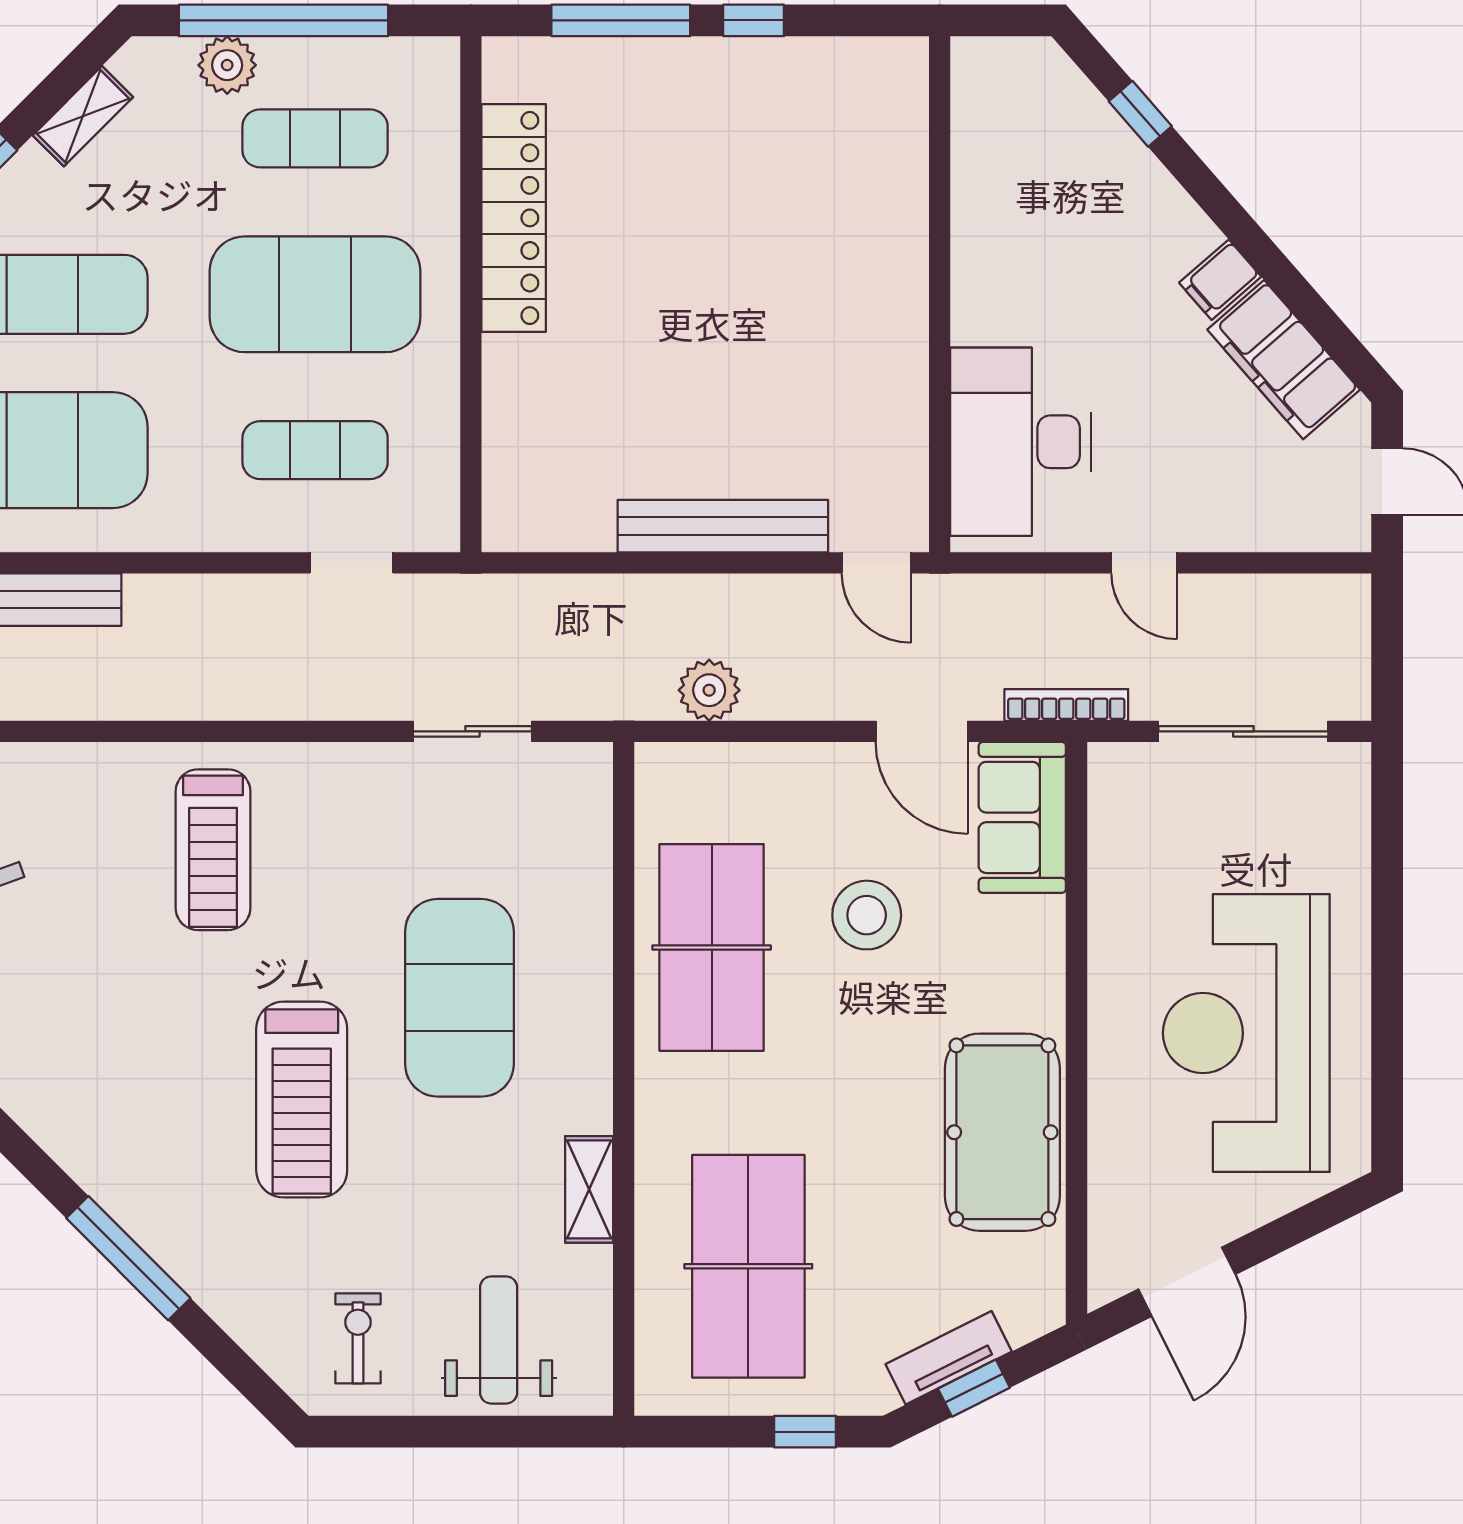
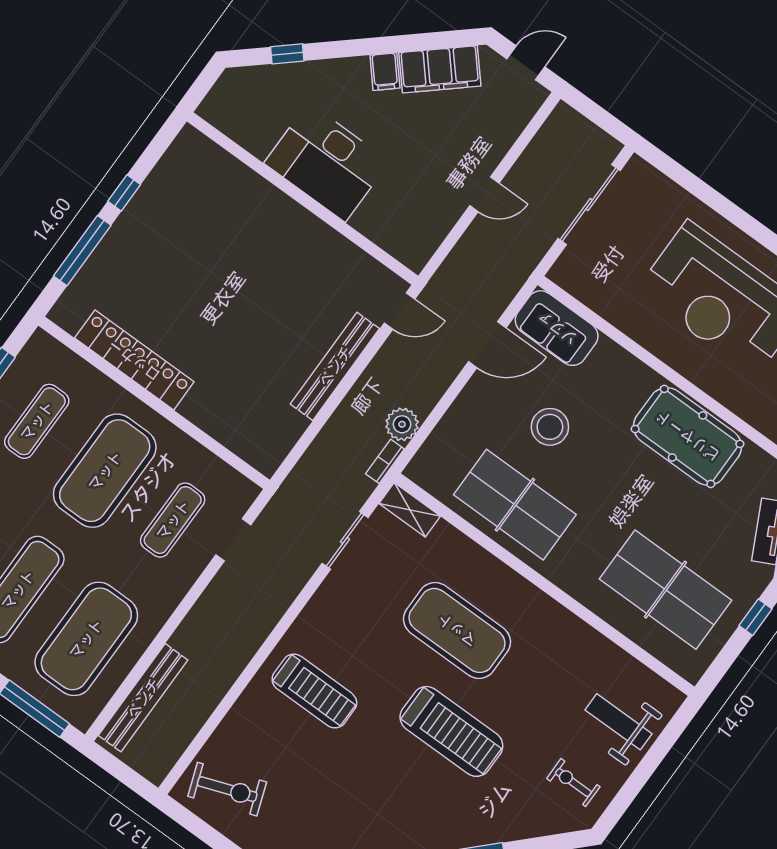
desk: (1021, 442) -> (327, 162), moved
bookcase: (1066, 705) -> (385, 461), moved, width x0.64
shelving: (589, 1189) -> (410, 510), moved

